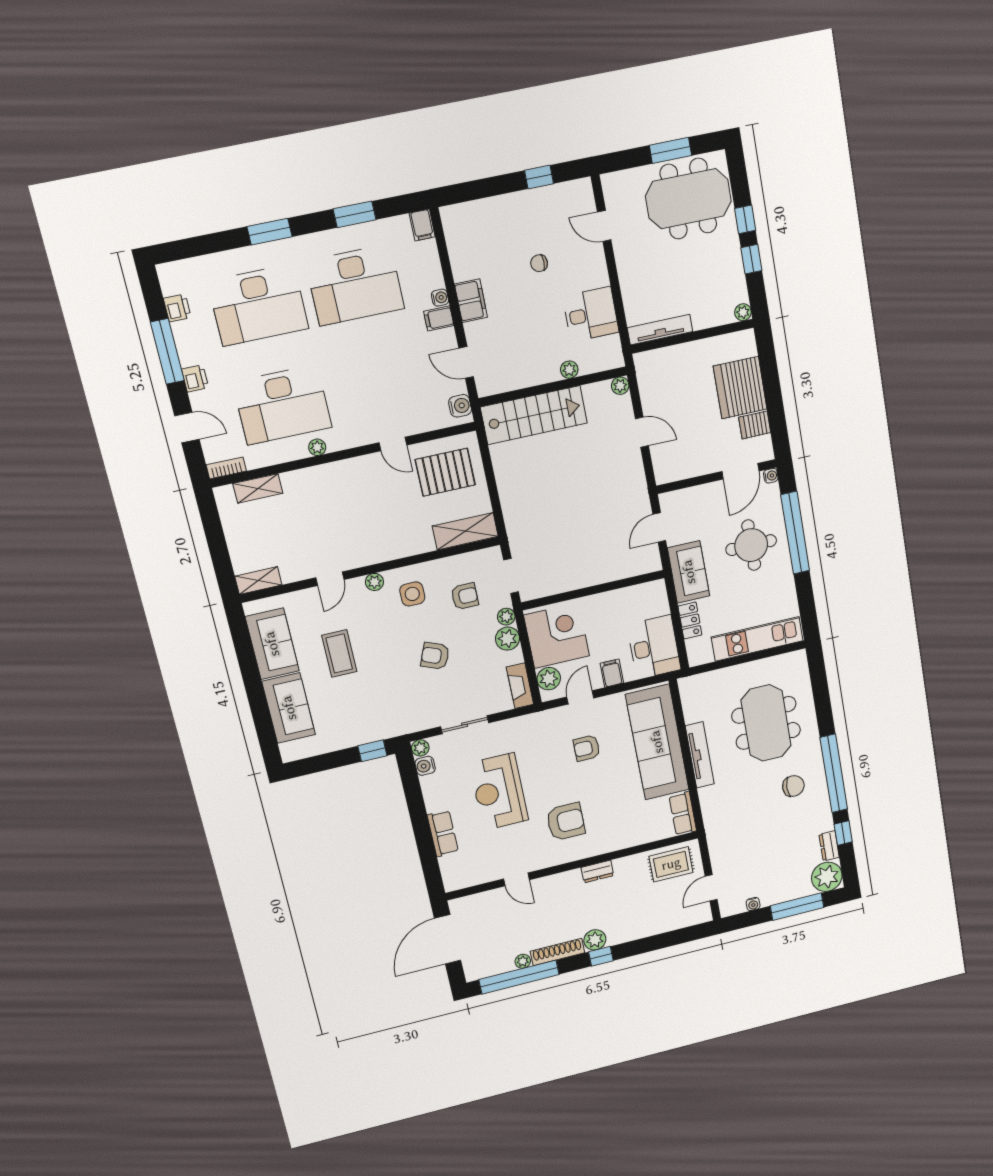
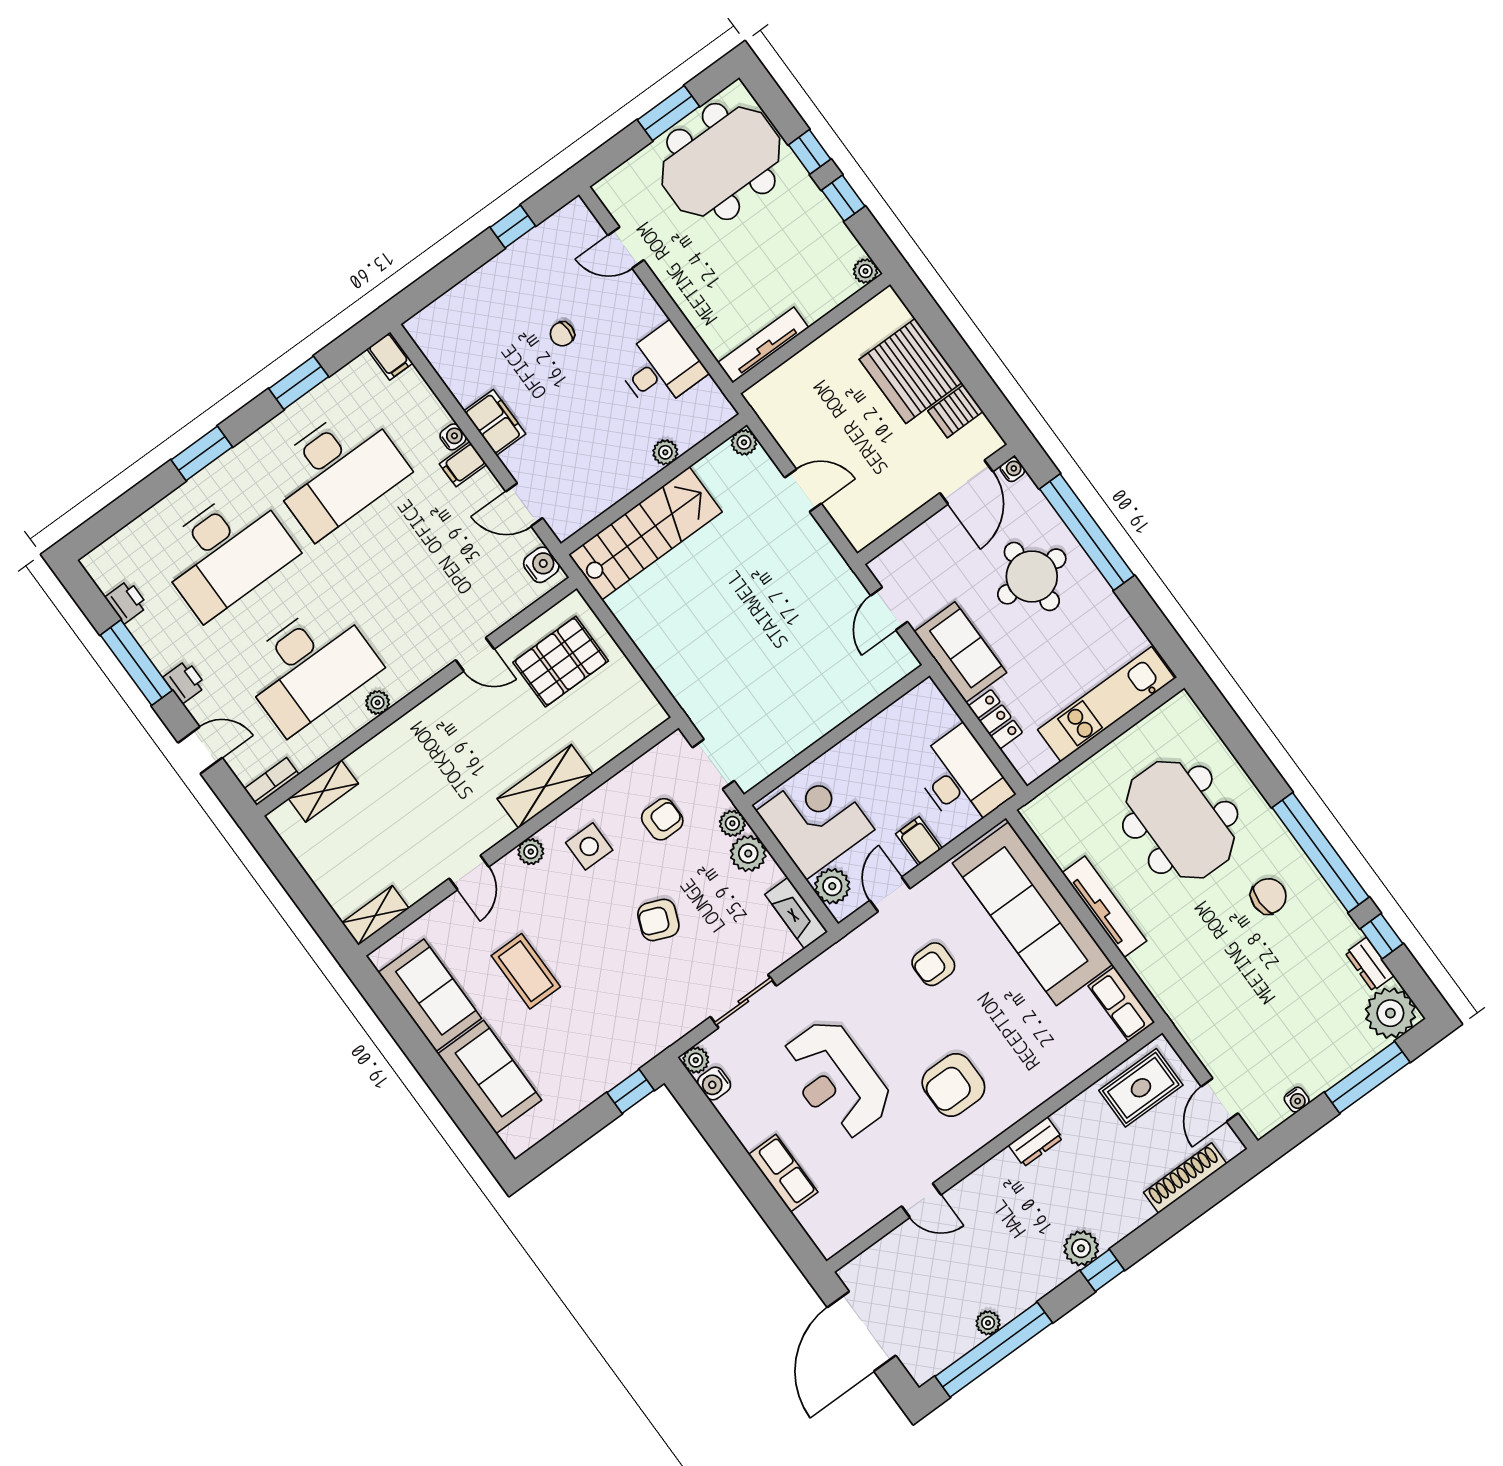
shelving: (465, 531) -> (545, 786), moved
armchair: (566, 822) -> (953, 1085), turned 180
shoe rack: (557, 952) -> (1185, 1178), moved

